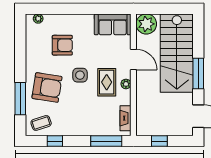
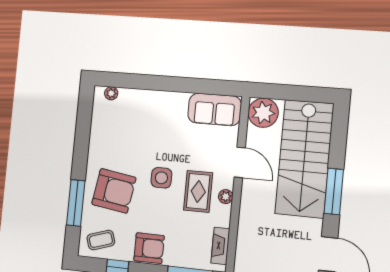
armchair: (62, 45) -> (149, 248), moved

